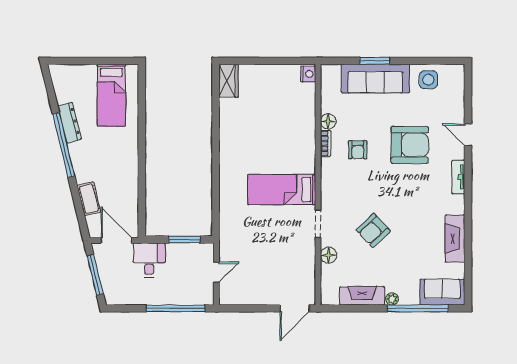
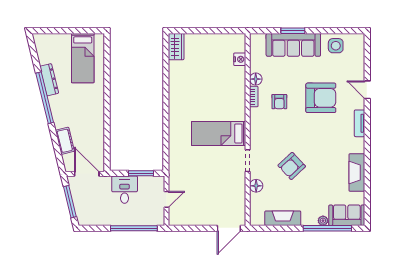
nightstand: (308, 74) -> (240, 59), moved
desk: (149, 260) -> (125, 190), moved
plant: (392, 299) -> (323, 221), moved

